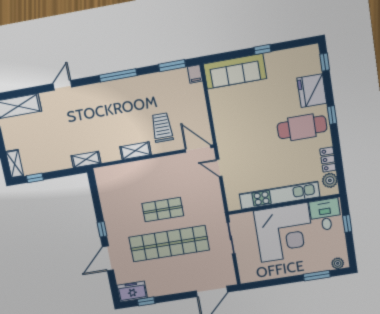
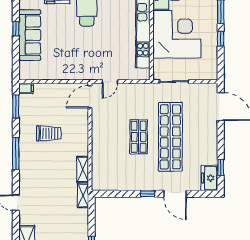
sofa: (235, 71) -> (30, 35), moved
trolley: (162, 128) -> (49, 133), moved, turned 180
shelving: (135, 151) -> (83, 169), moved
window: (287, 280) -> (221, 39), added

